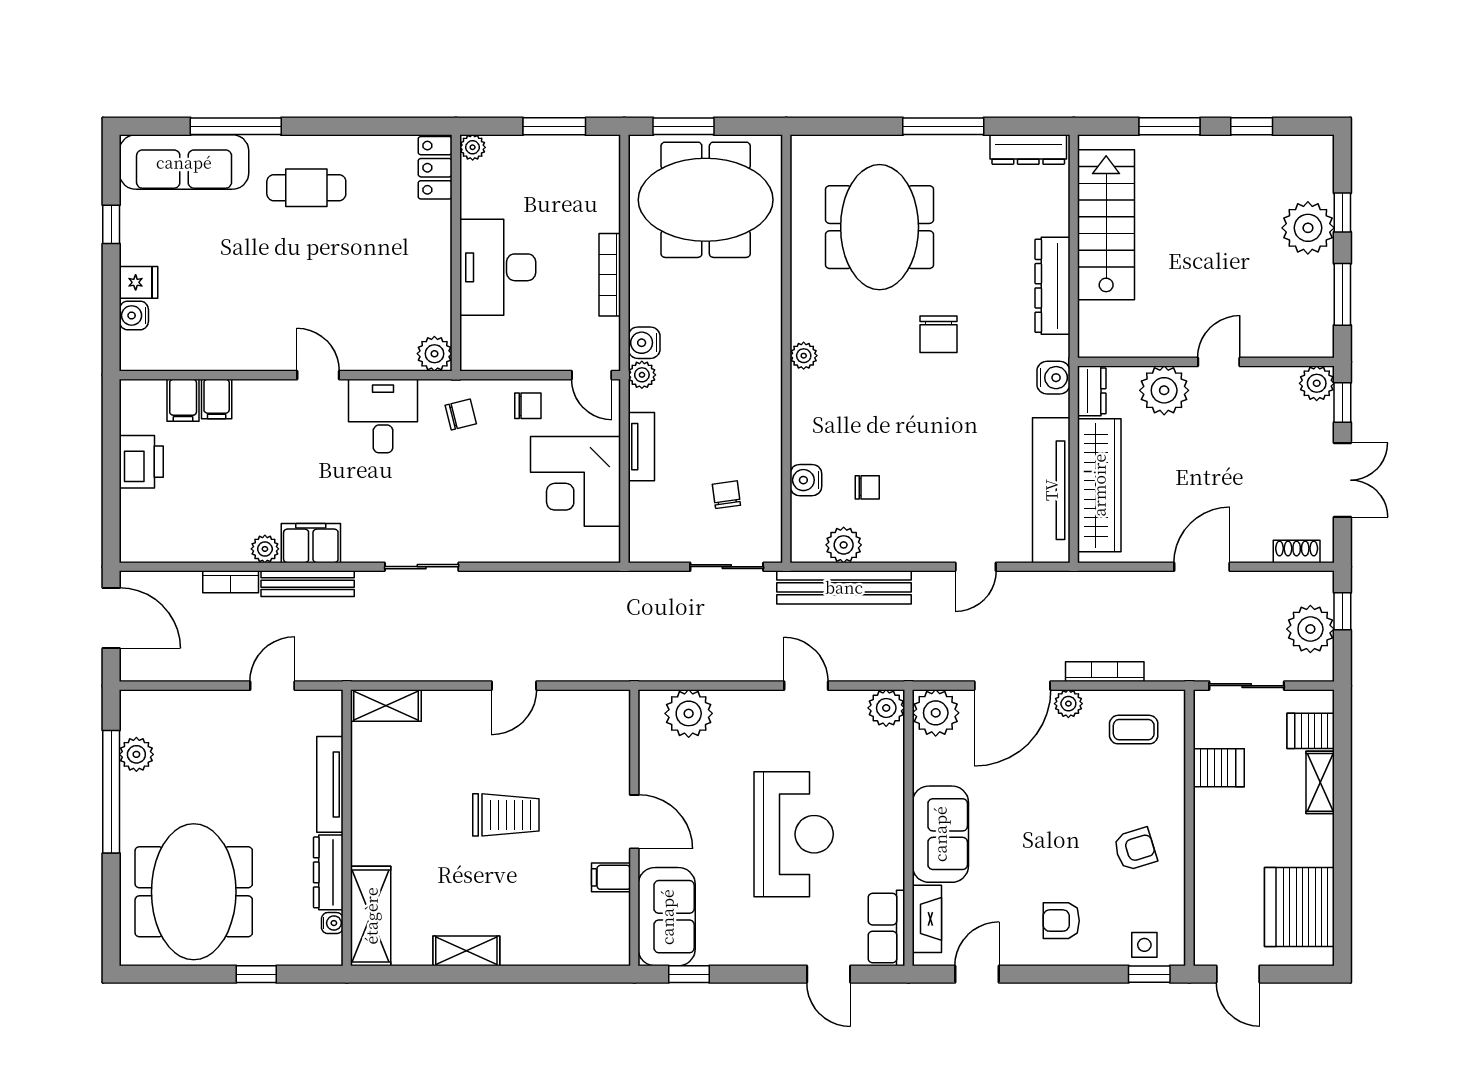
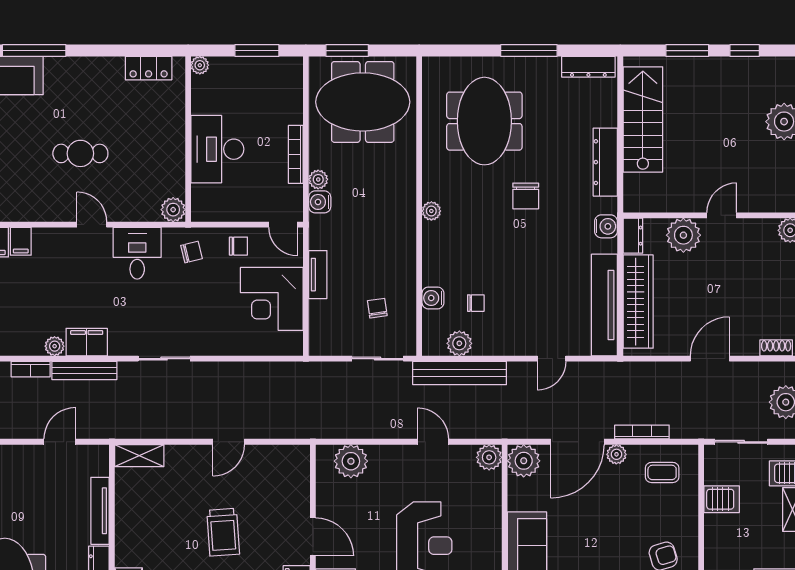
locker: (435, 168) -> (149, 68), moved, turned -90
cafe table: (306, 188) -> (80, 153), moved
plant: (642, 375) -> (318, 179), moved
trolley: (506, 815) -> (223, 532), turned 86

